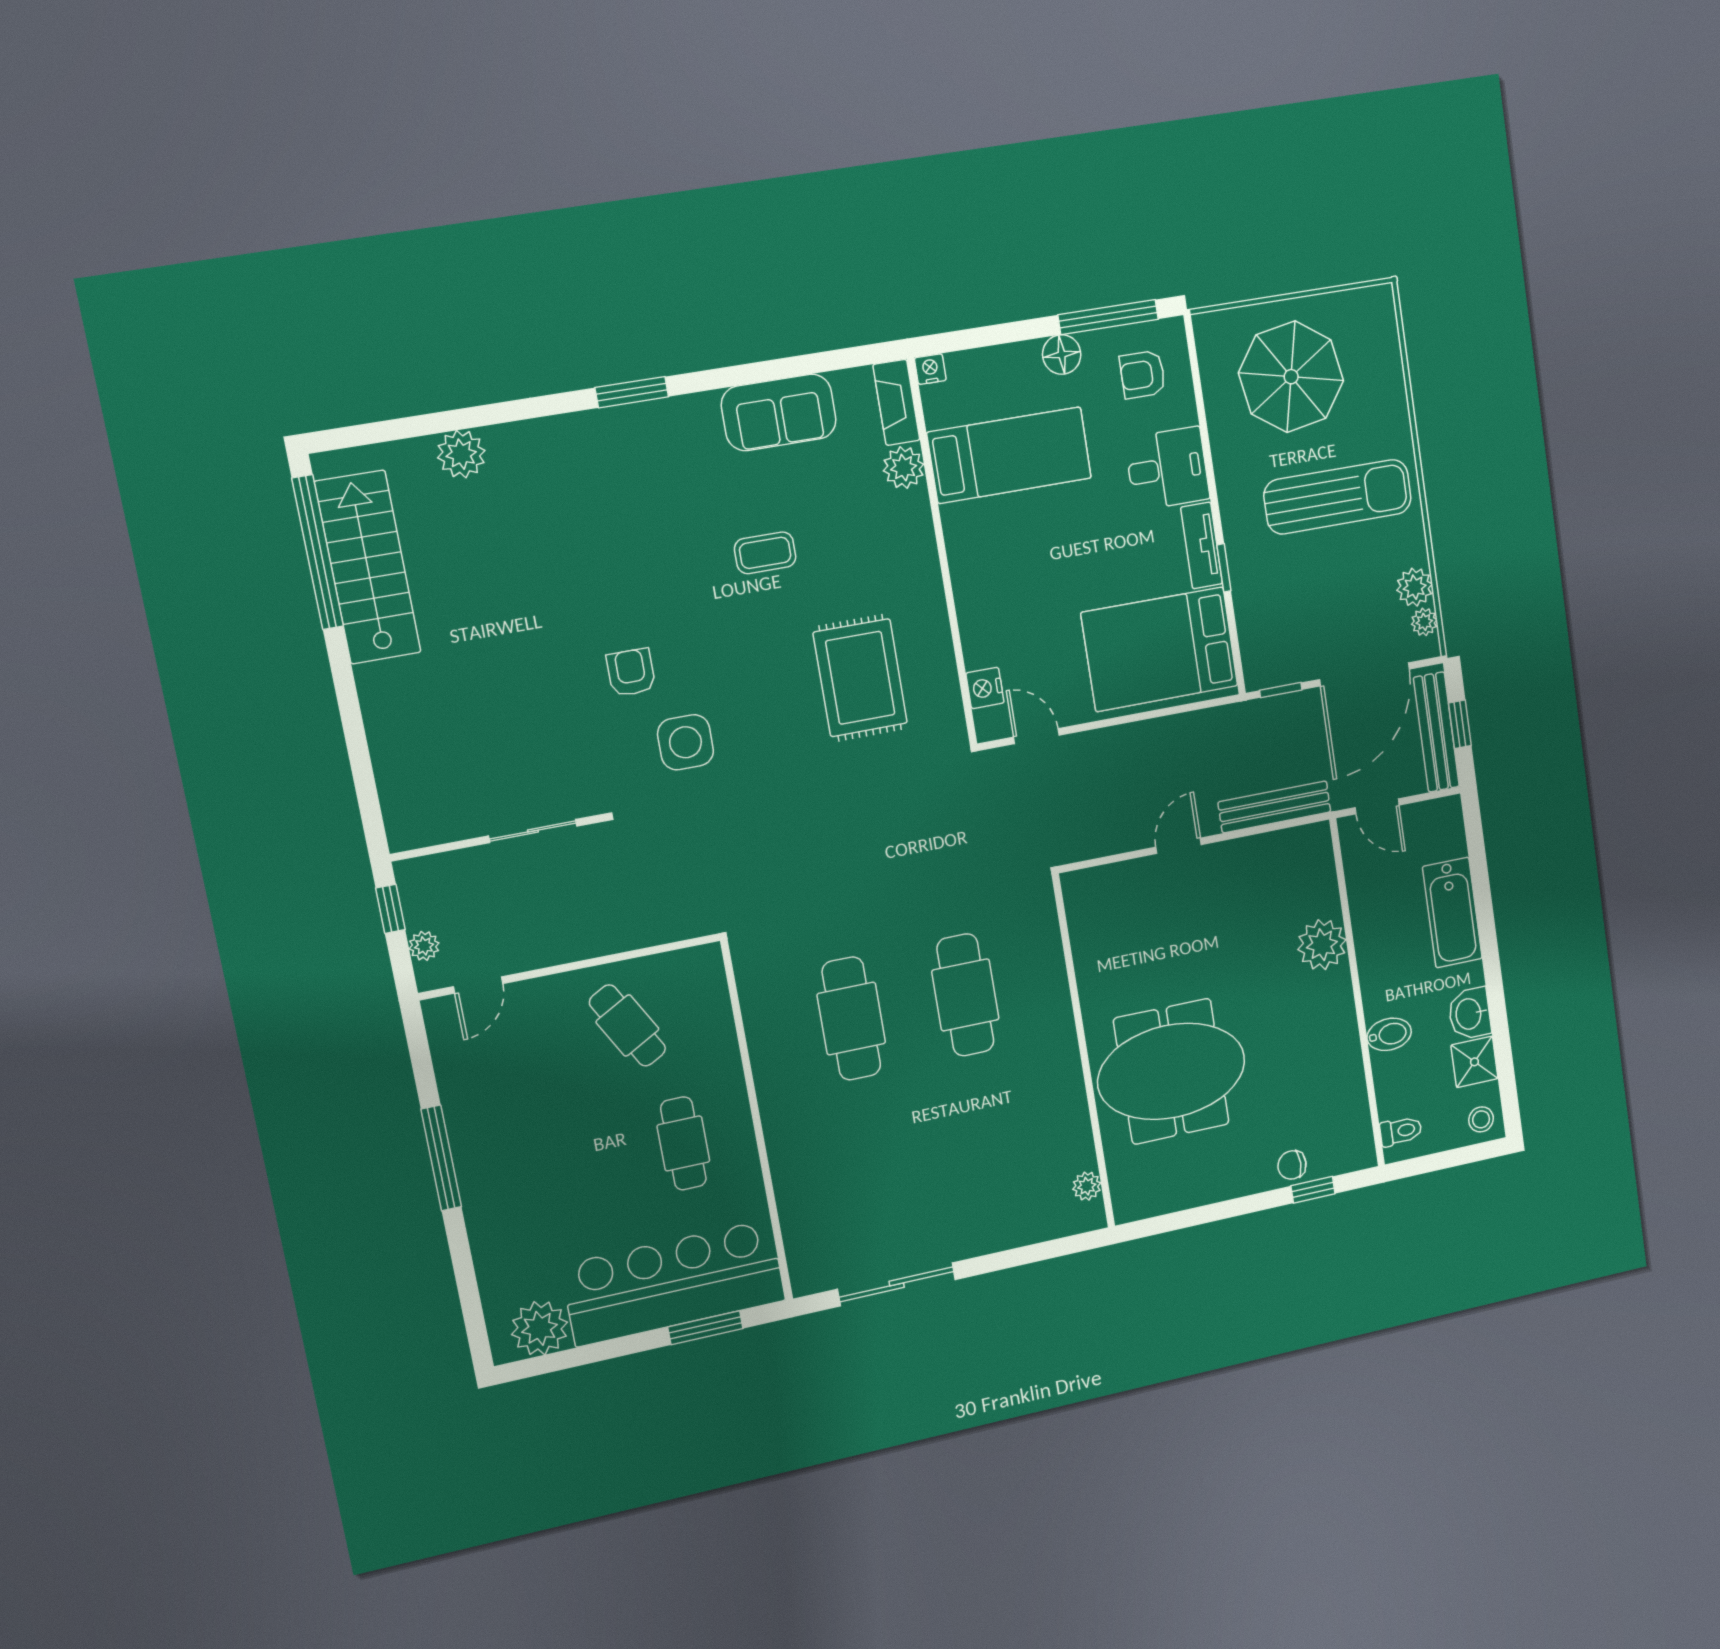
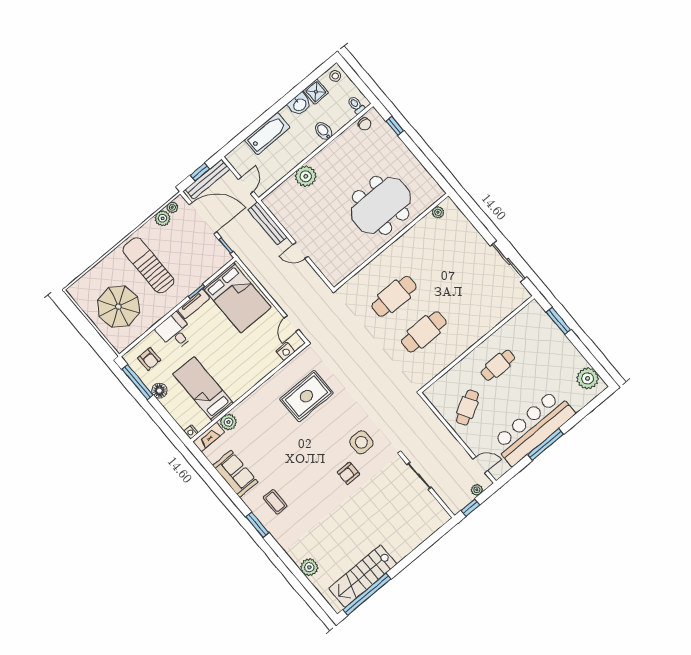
coffee table: (765, 553) -> (275, 502), moved
meeting table: (1171, 1071) -> (381, 205), turned 90
chair: (1292, 1165) -> (365, 124), moved
bar counter: (674, 1283) -> (533, 428), moved, turned 90

